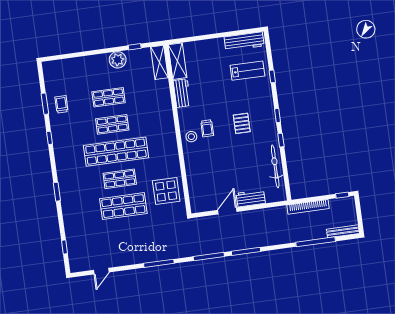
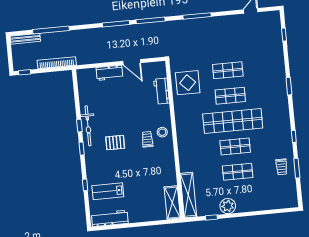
shelving: (159, 62) -> (188, 195), width x1.47
workbench: (182, 93) -> (162, 91), moved
pallet: (242, 123) -> (115, 143), turned 90
bicycle: (275, 166) -> (88, 126), moved
shop shelf: (123, 206) -> (228, 70), width x0.70, depth x0.74
door: (227, 211) -> (132, 62), hinge flipped

